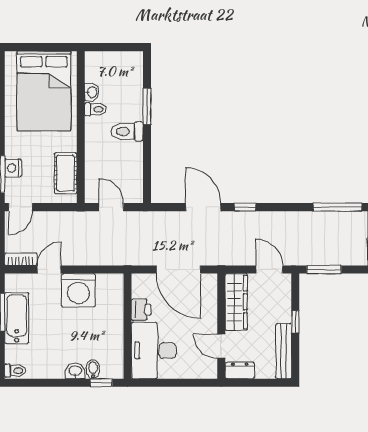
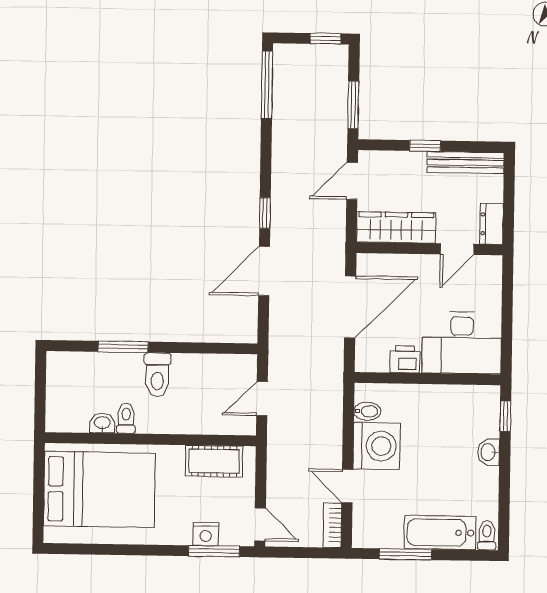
bathtub: (17, 318) -> (440, 533), moved
bidet: (93, 369) -> (367, 411), moved, turned 180

